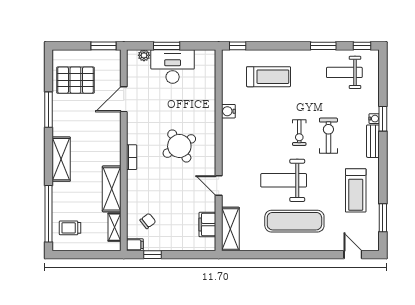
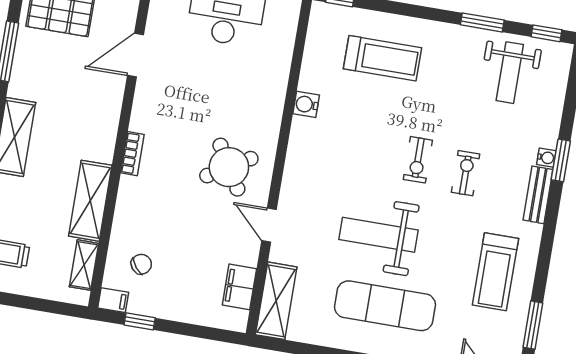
weight bench: (344, 72) -> (510, 73), turned -90
exercise bike: (328, 136) -> (466, 173), width x0.73, depth x0.72
round table: (179, 146) -> (229, 167), moved

